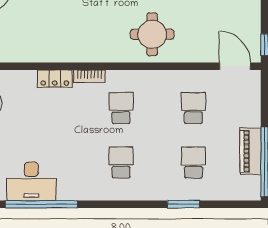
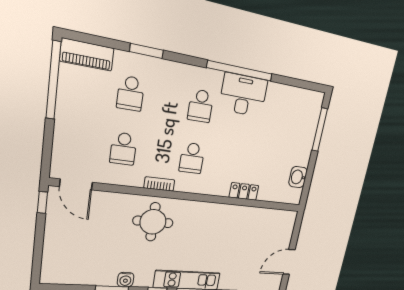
bookcase: (89, 76) -> (159, 184), moved
piano: (250, 151) -> (87, 55), moved, turned 90
desk: (31, 181) -> (243, 95), moved
window: (41, 204) -> (240, 71), moved

